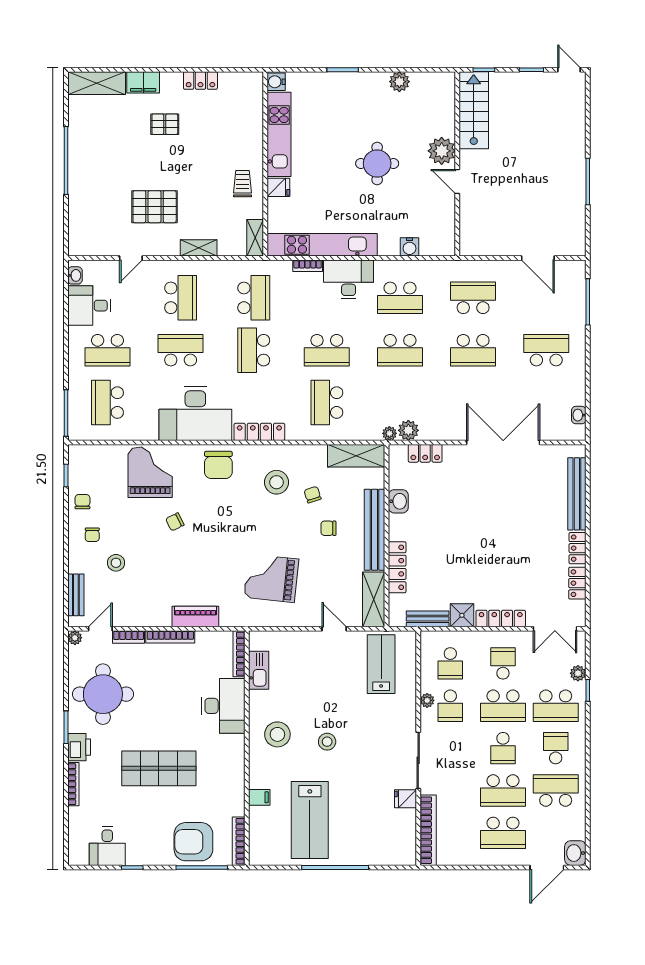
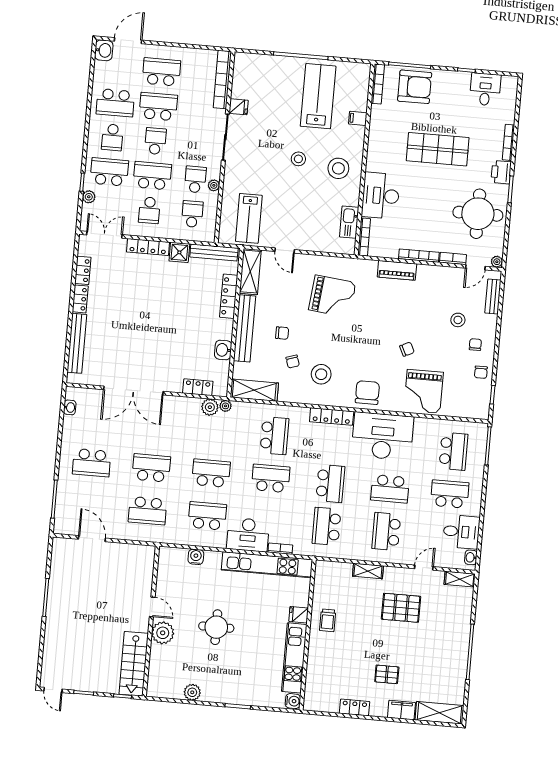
shelving: (255, 238) -> (460, 579), moved, turned 90
bench: (428, 619) -> (214, 252), width x1.36

